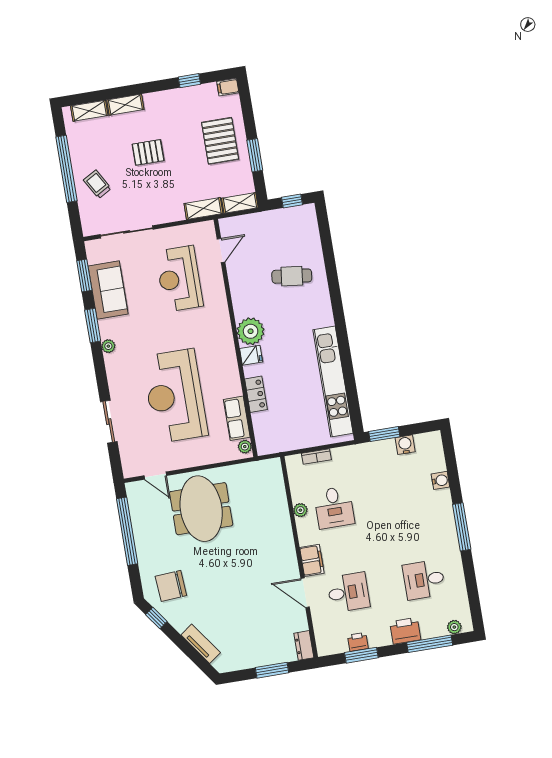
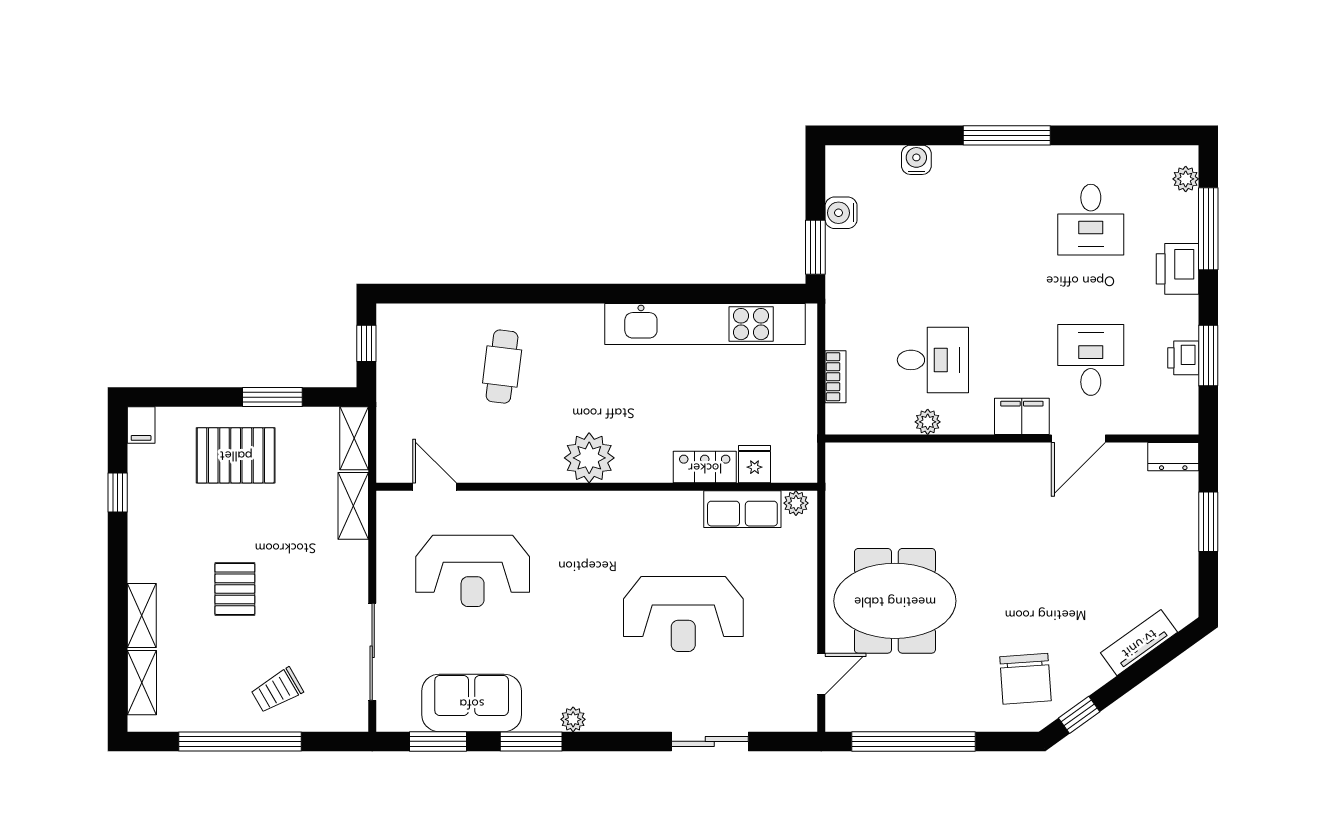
fridge: (251, 355) -> (755, 464), moved
reception desk: (175, 396) -> (683, 614), width x0.74, depth x0.77

